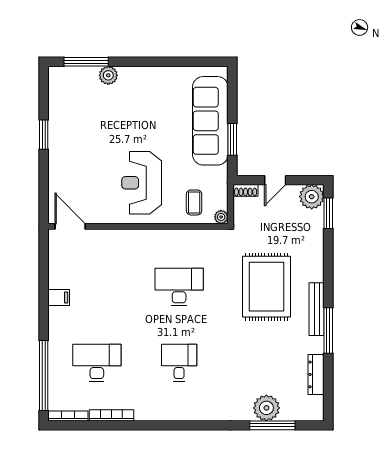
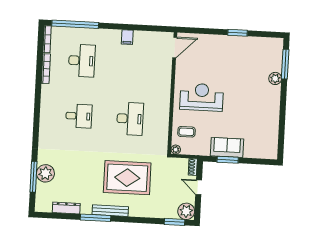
sofa: (210, 121) -> (227, 147), width x0.54, depth x0.79

